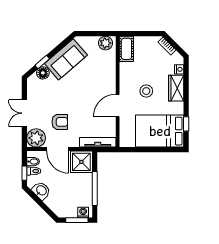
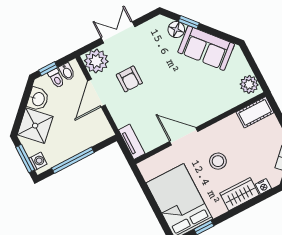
tv unit: (98, 142) -> (132, 142), width x0.71
shower: (81, 162) -> (35, 126), moved, turned 45

